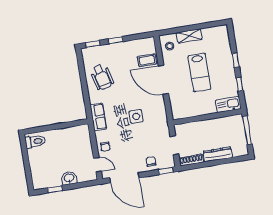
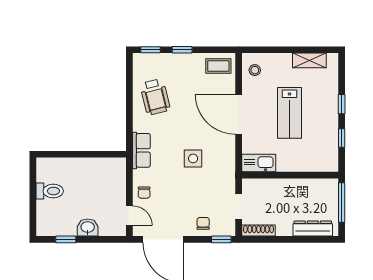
shelving: (189, 36) -> (309, 60), moved
coffee table: (147, 60) -> (218, 66), moved
kitchen sink: (228, 105) -> (259, 163), moved
toilet: (35, 141) -> (50, 191), moved
dresser: (218, 154) -> (313, 229), moved

